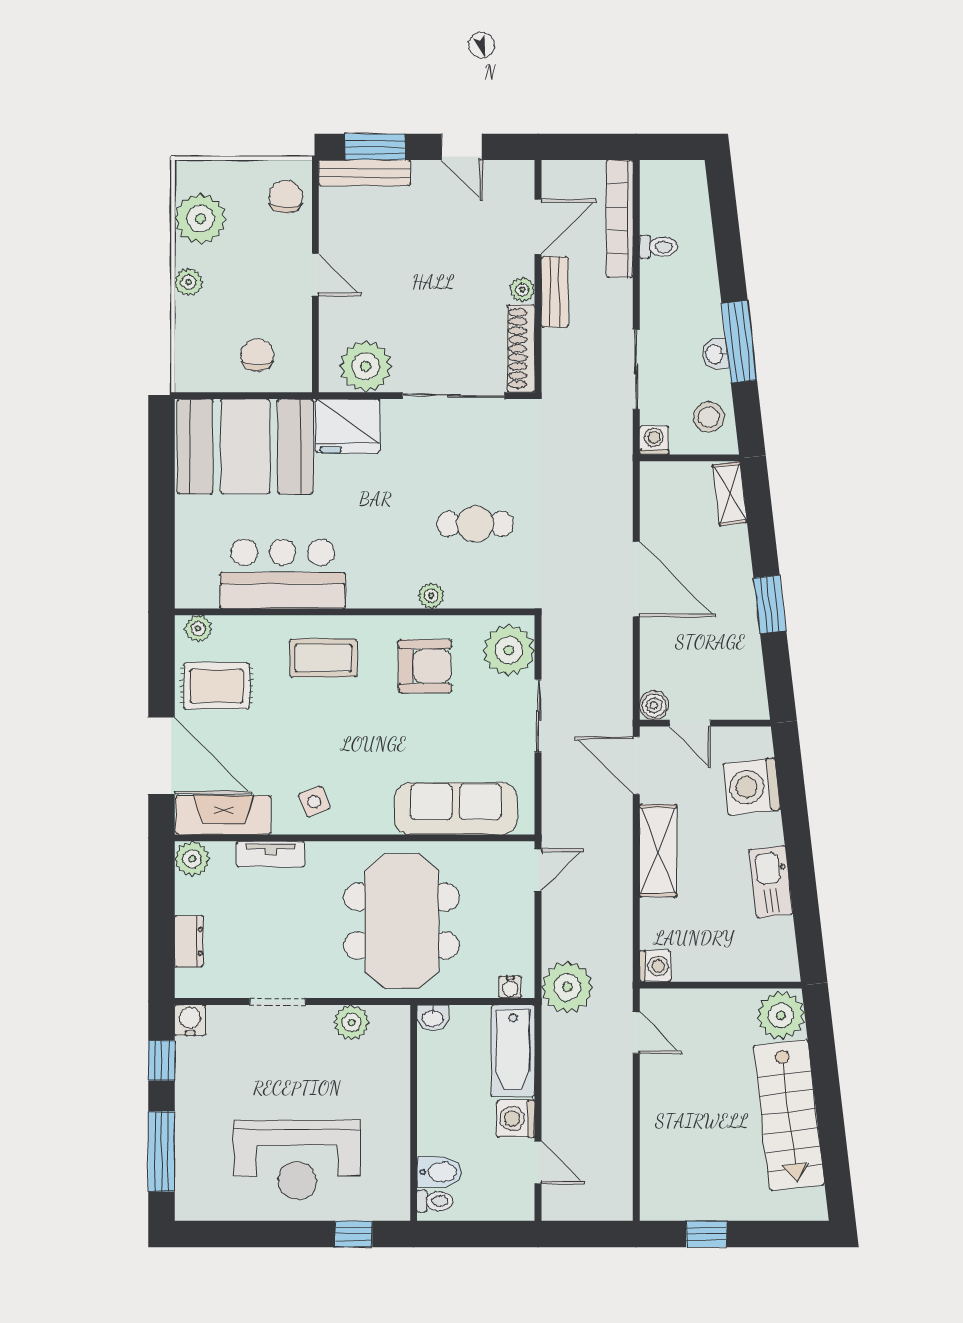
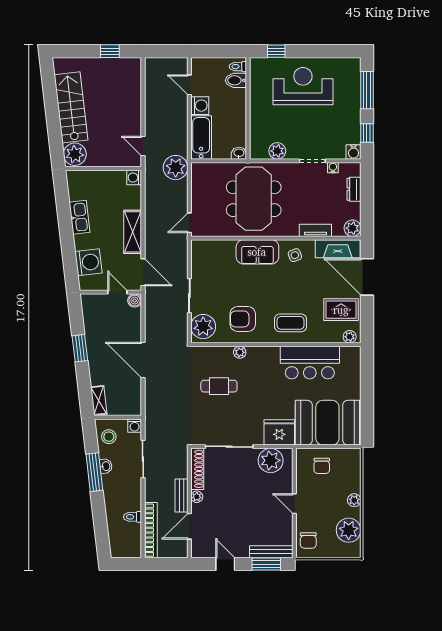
sofa: (456, 808) -> (257, 252), moved, width x0.73
water cooler: (510, 987) -> (333, 168), moved

